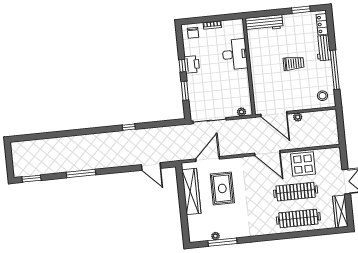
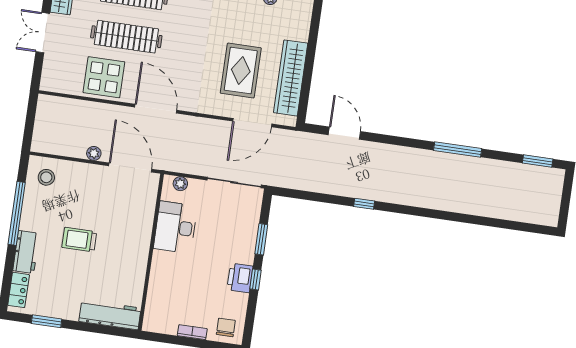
desk: (235, 54) -> (175, 227), moved

